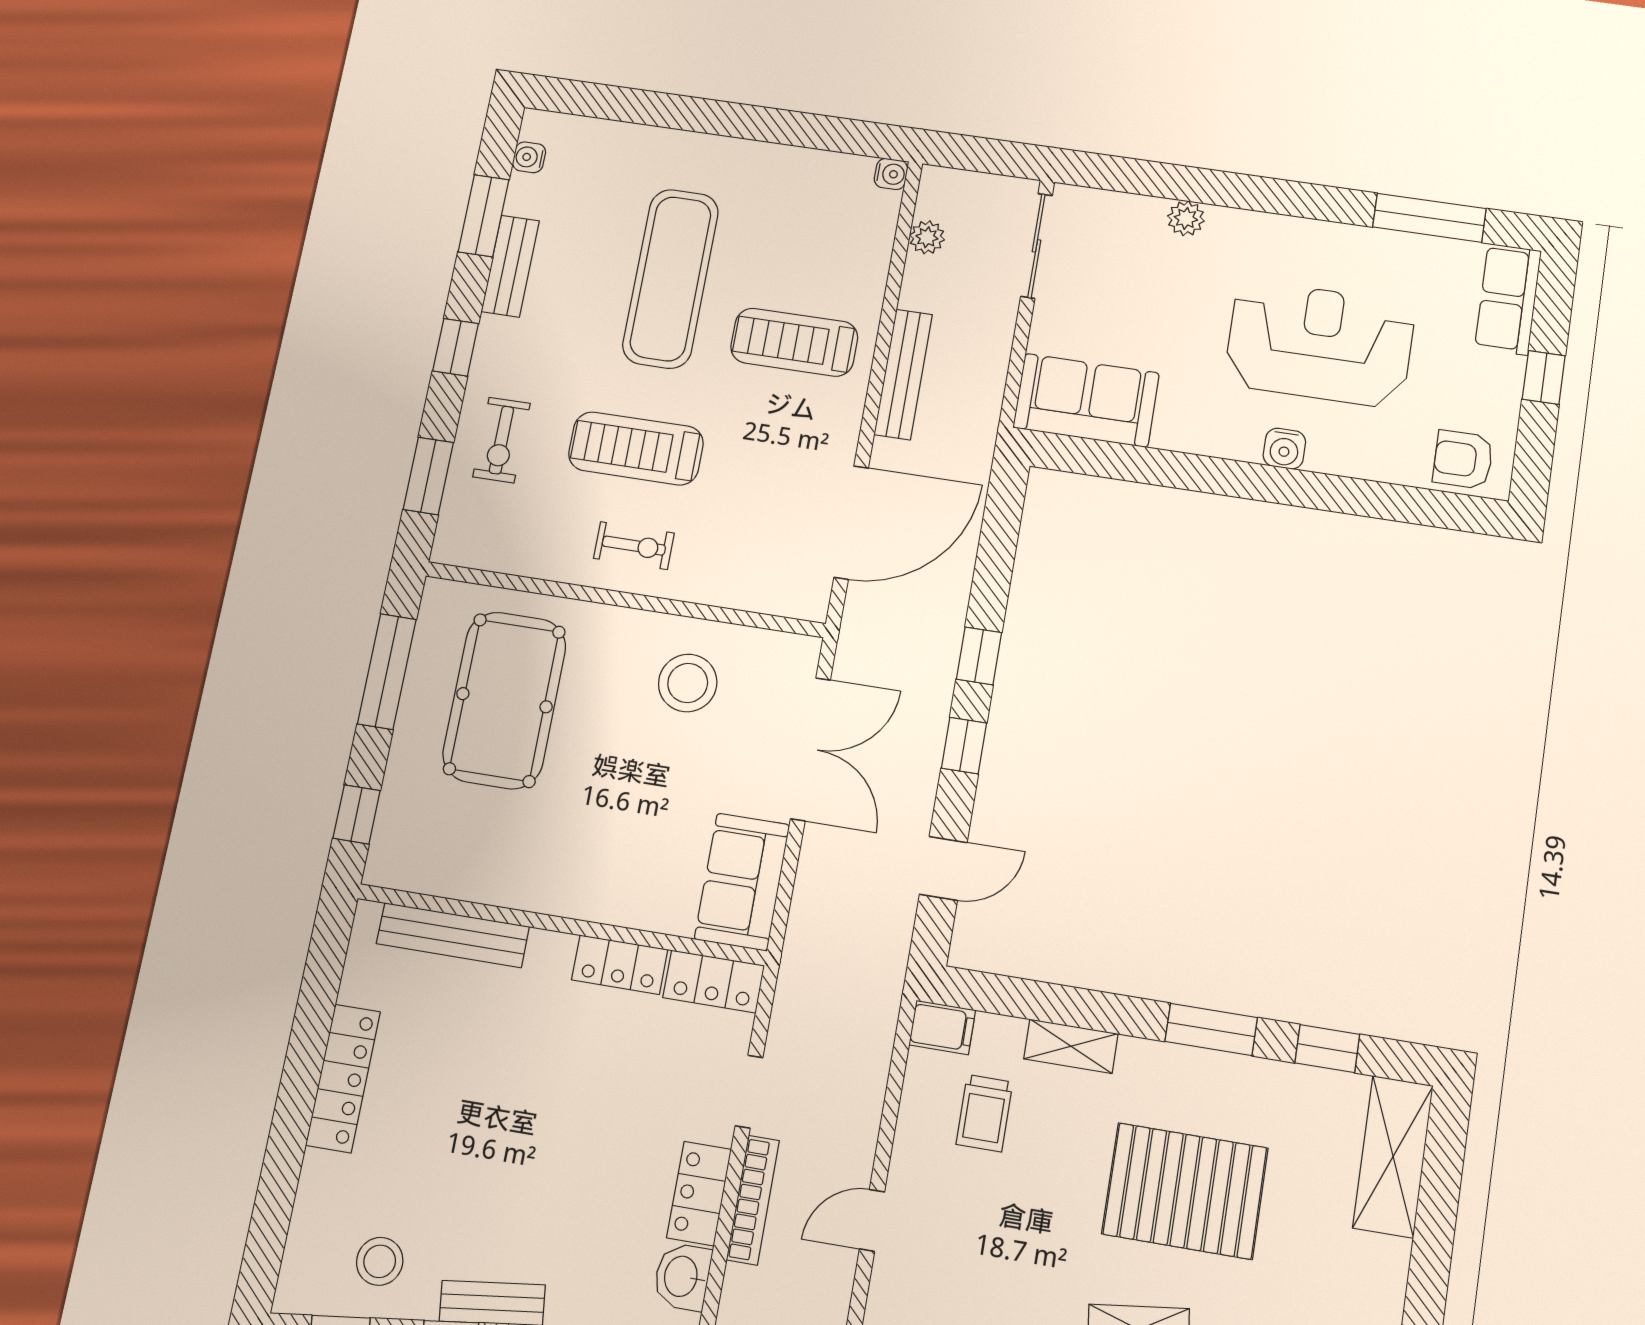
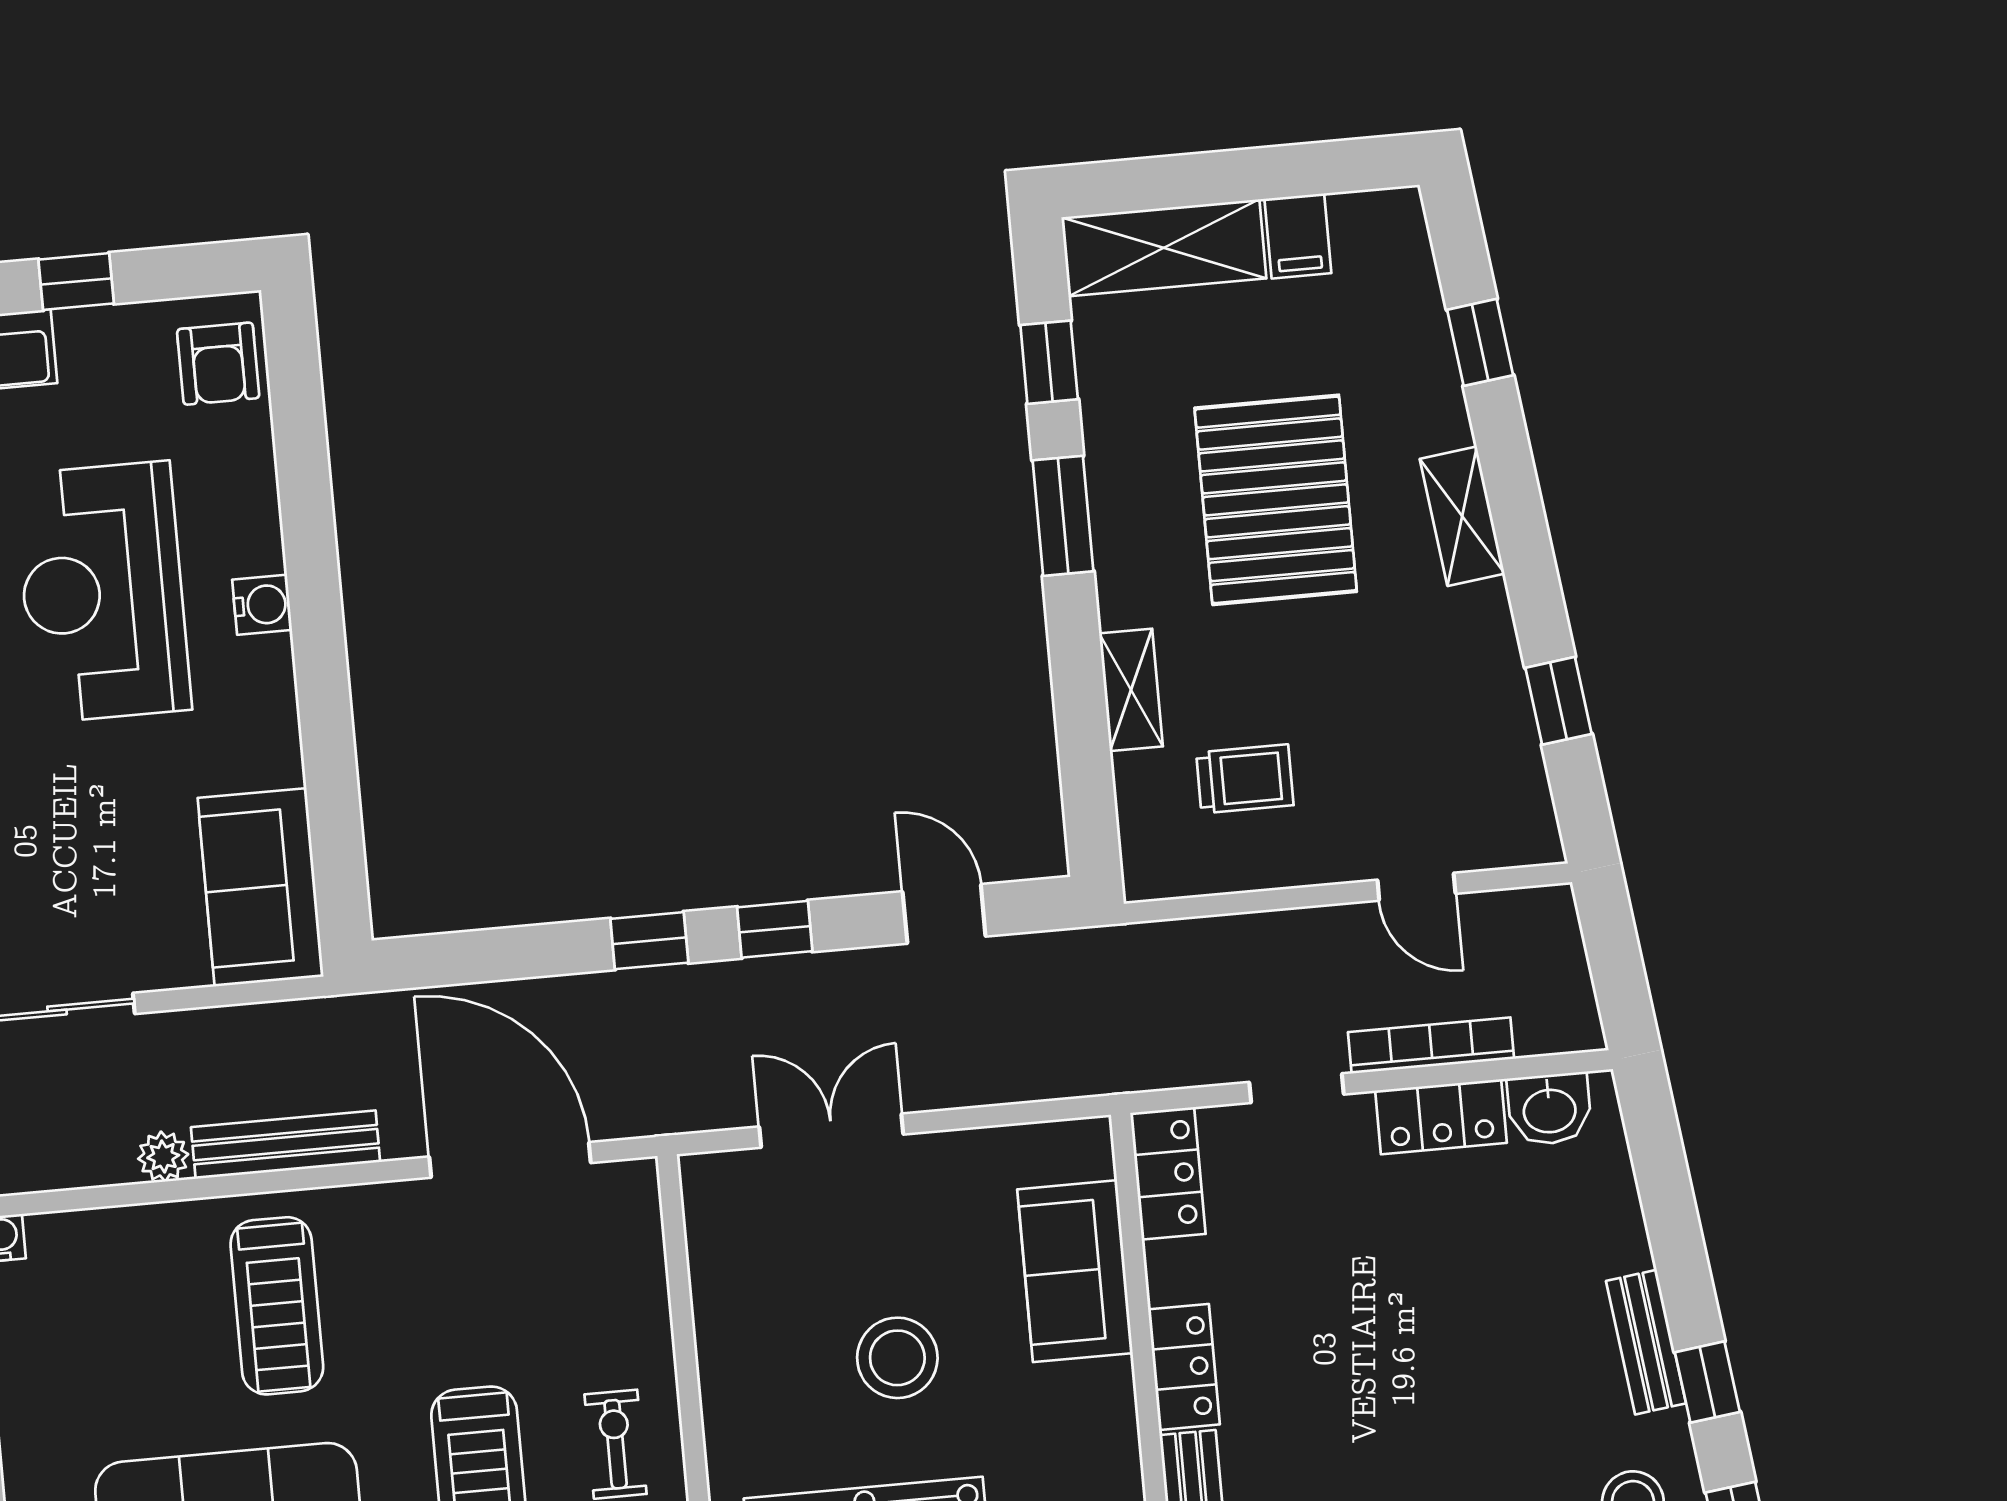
plant: (927, 237) -> (163, 1157), moved
stool: (688, 683) -> (897, 1358), moved
double door: (810, 749) -> (831, 1131), width x0.73
sofa: (742, 882) -> (1075, 1271), moved, turned 90
locker: (620, 965) -> (1184, 1367), moved
filing cabinet: (942, 1027) -> (1298, 236), moved, turned 180

